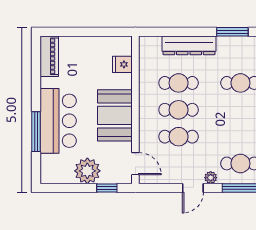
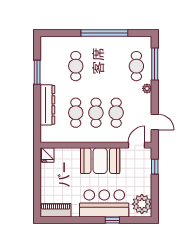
fridge: (122, 64) -> (48, 155), moved
window: (36, 132) -> (112, 220), width x0.46
plant: (87, 171) -> (142, 204), moved
door: (193, 188) -> (155, 122), moved

